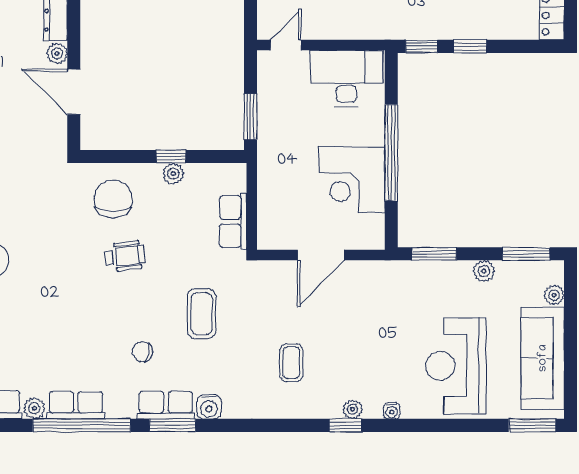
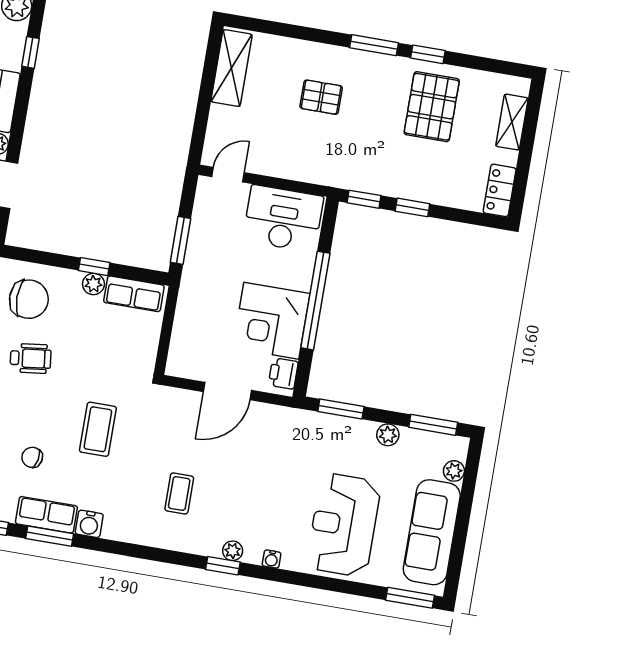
chair: (113, 199) -> (29, 299), turned 90
row of seats: (233, 222) -> (134, 294), moved, turned -90
printer: (372, 229) -> (283, 373), added

